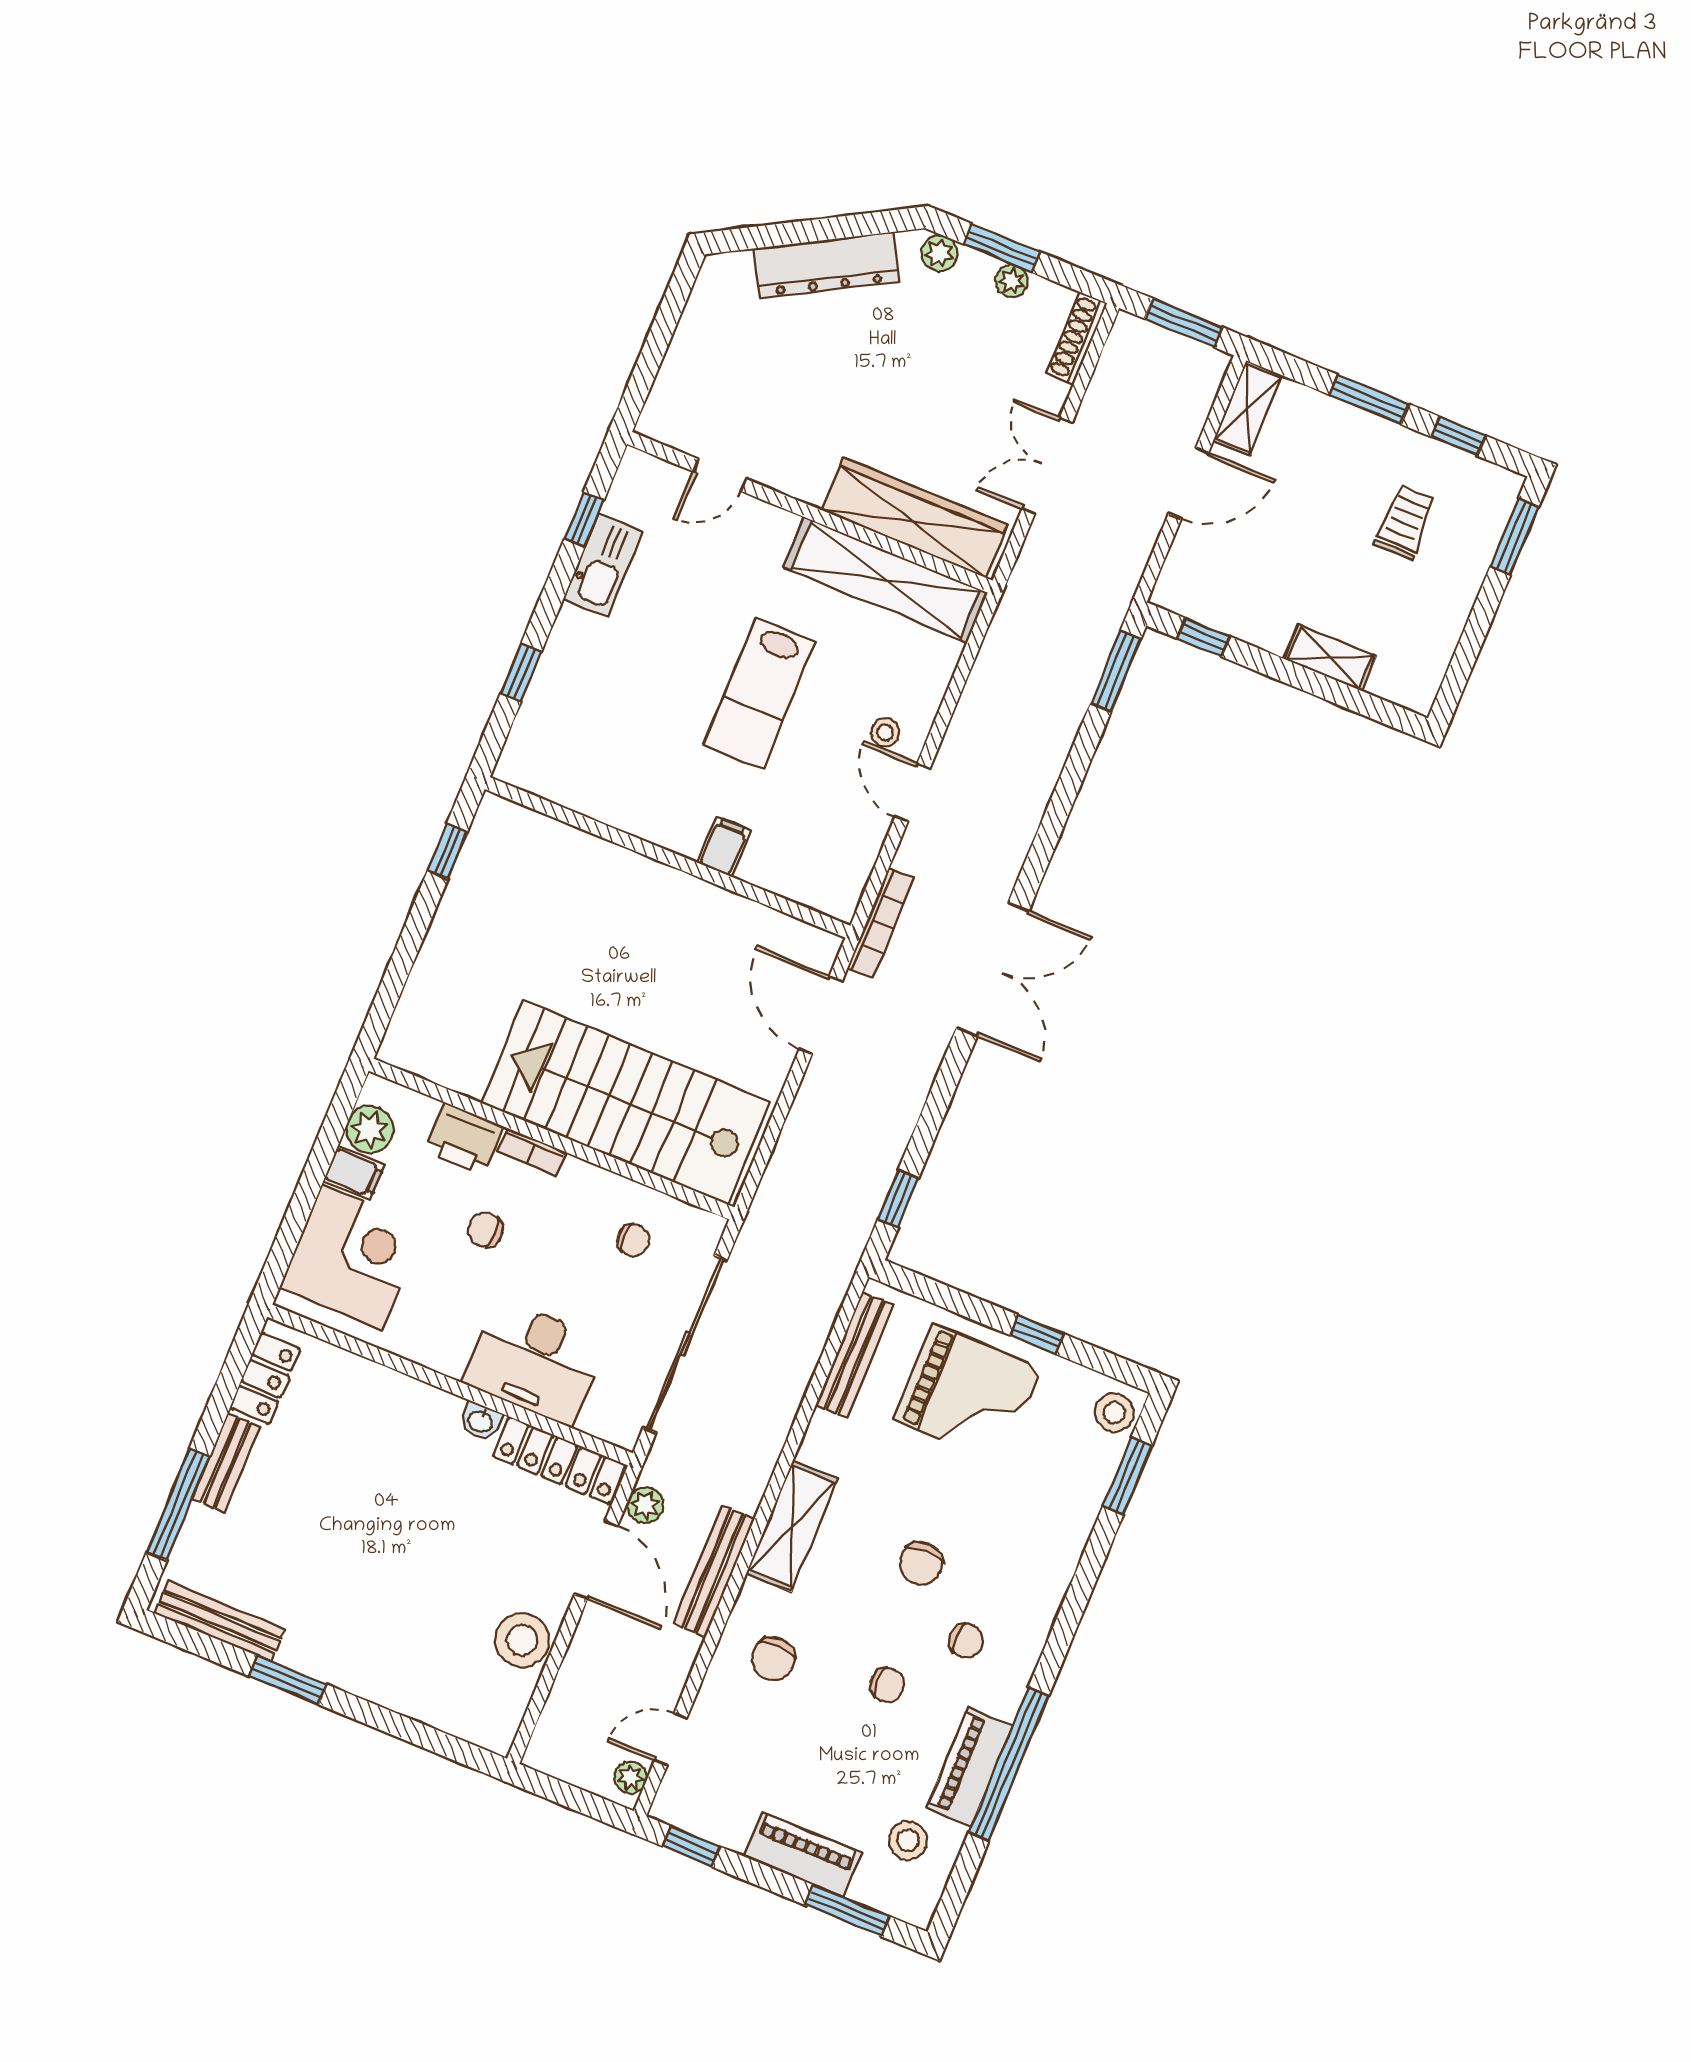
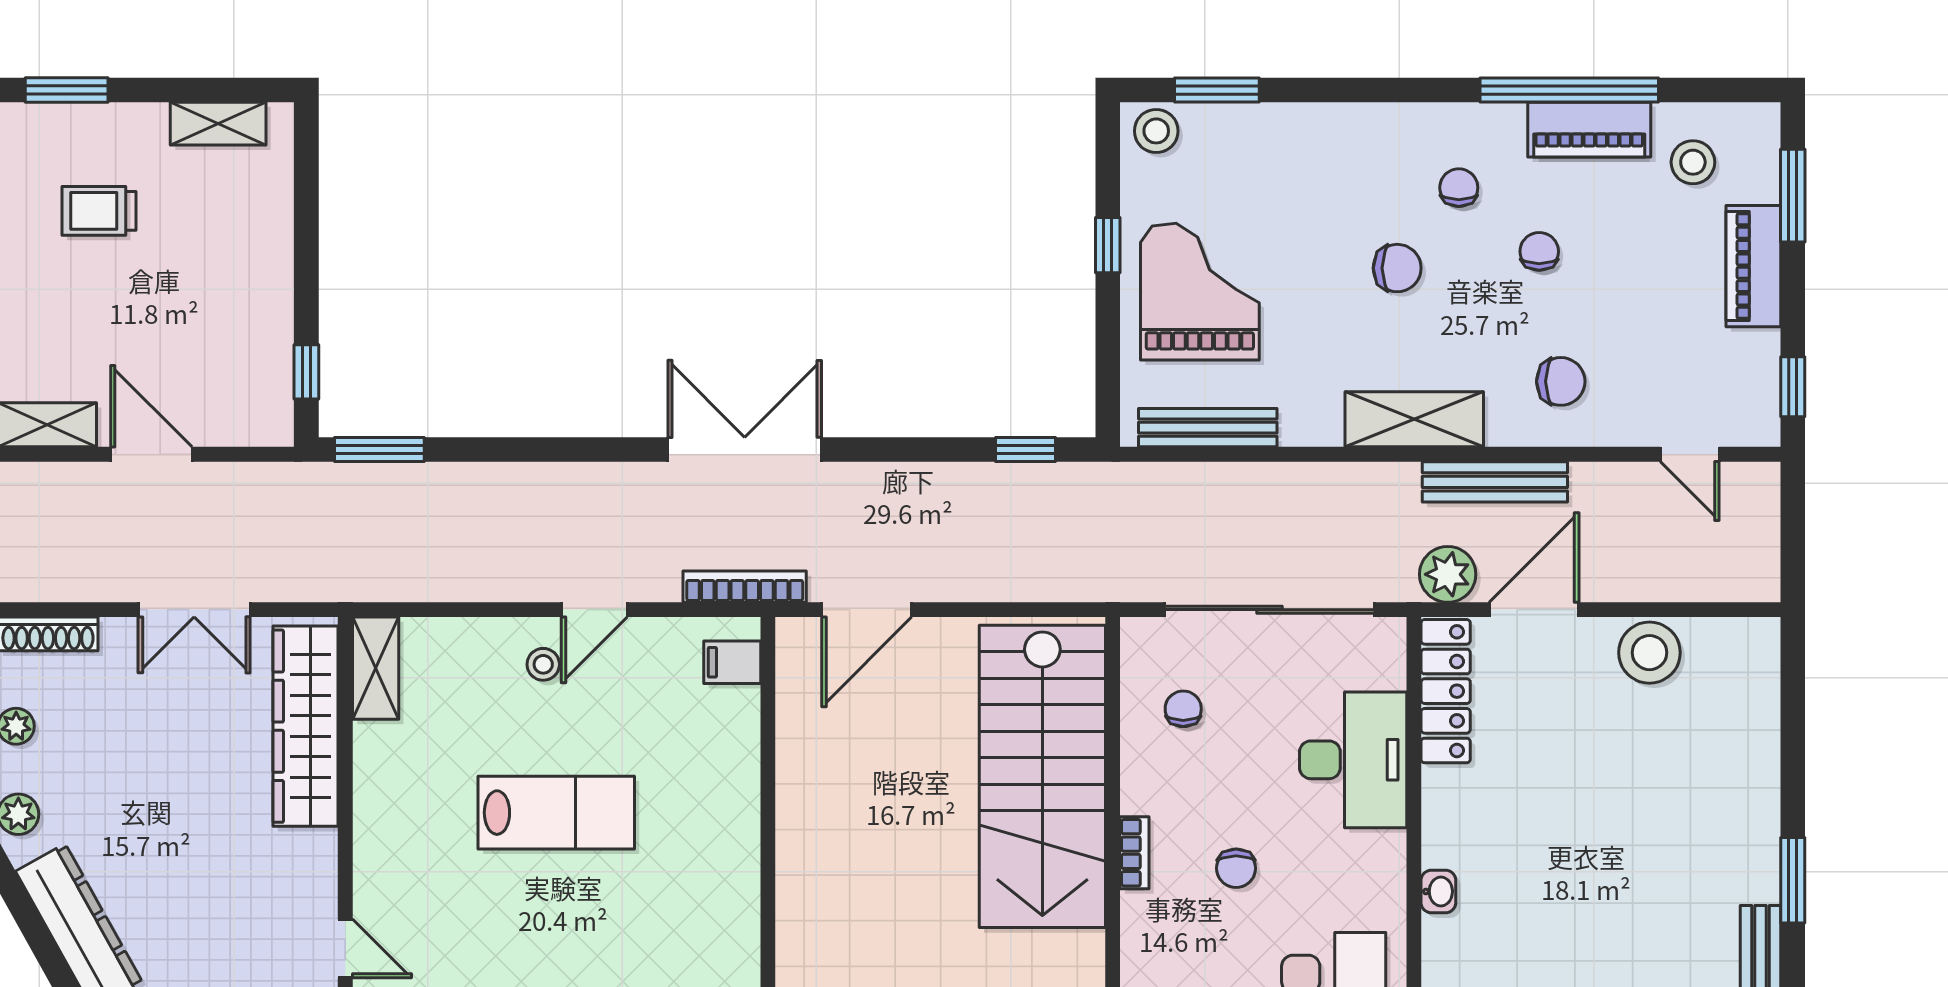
shelving: (886, 580) -> (376, 668), width x0.45, depth x0.75
shelving: (1330, 657) -> (218, 124), moved, turned 90
filing cabinet: (724, 847) -> (732, 662), moved
printer: (464, 1139) -> (1150, 929), removed
washbasin: (481, 1421) -> (1438, 891), moved
plant: (645, 1505) -> (1448, 574), width x1.38, depth x1.38
plant: (631, 1777) -> (1747, 480), removed

